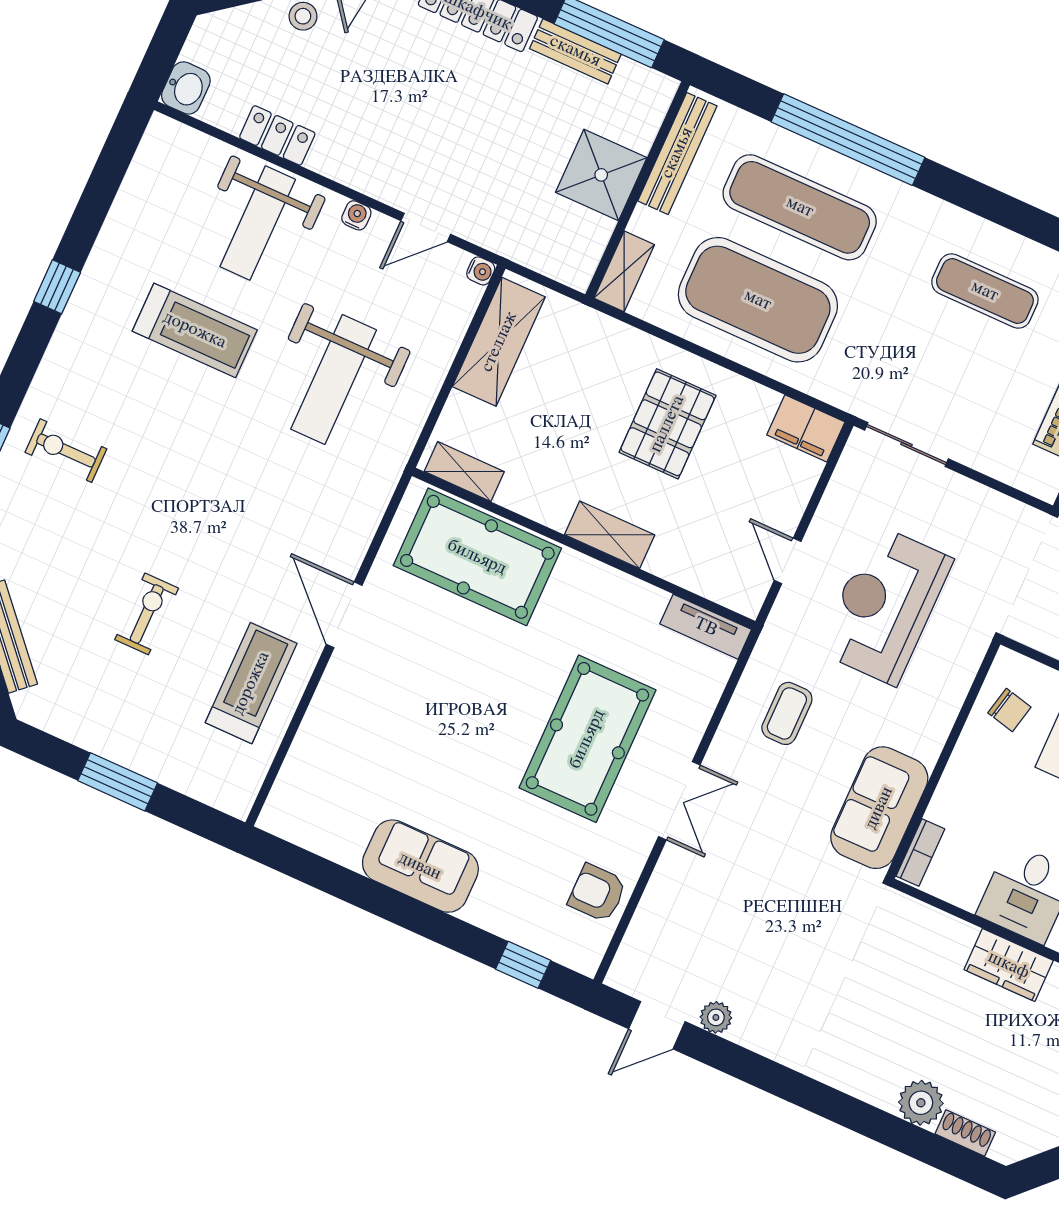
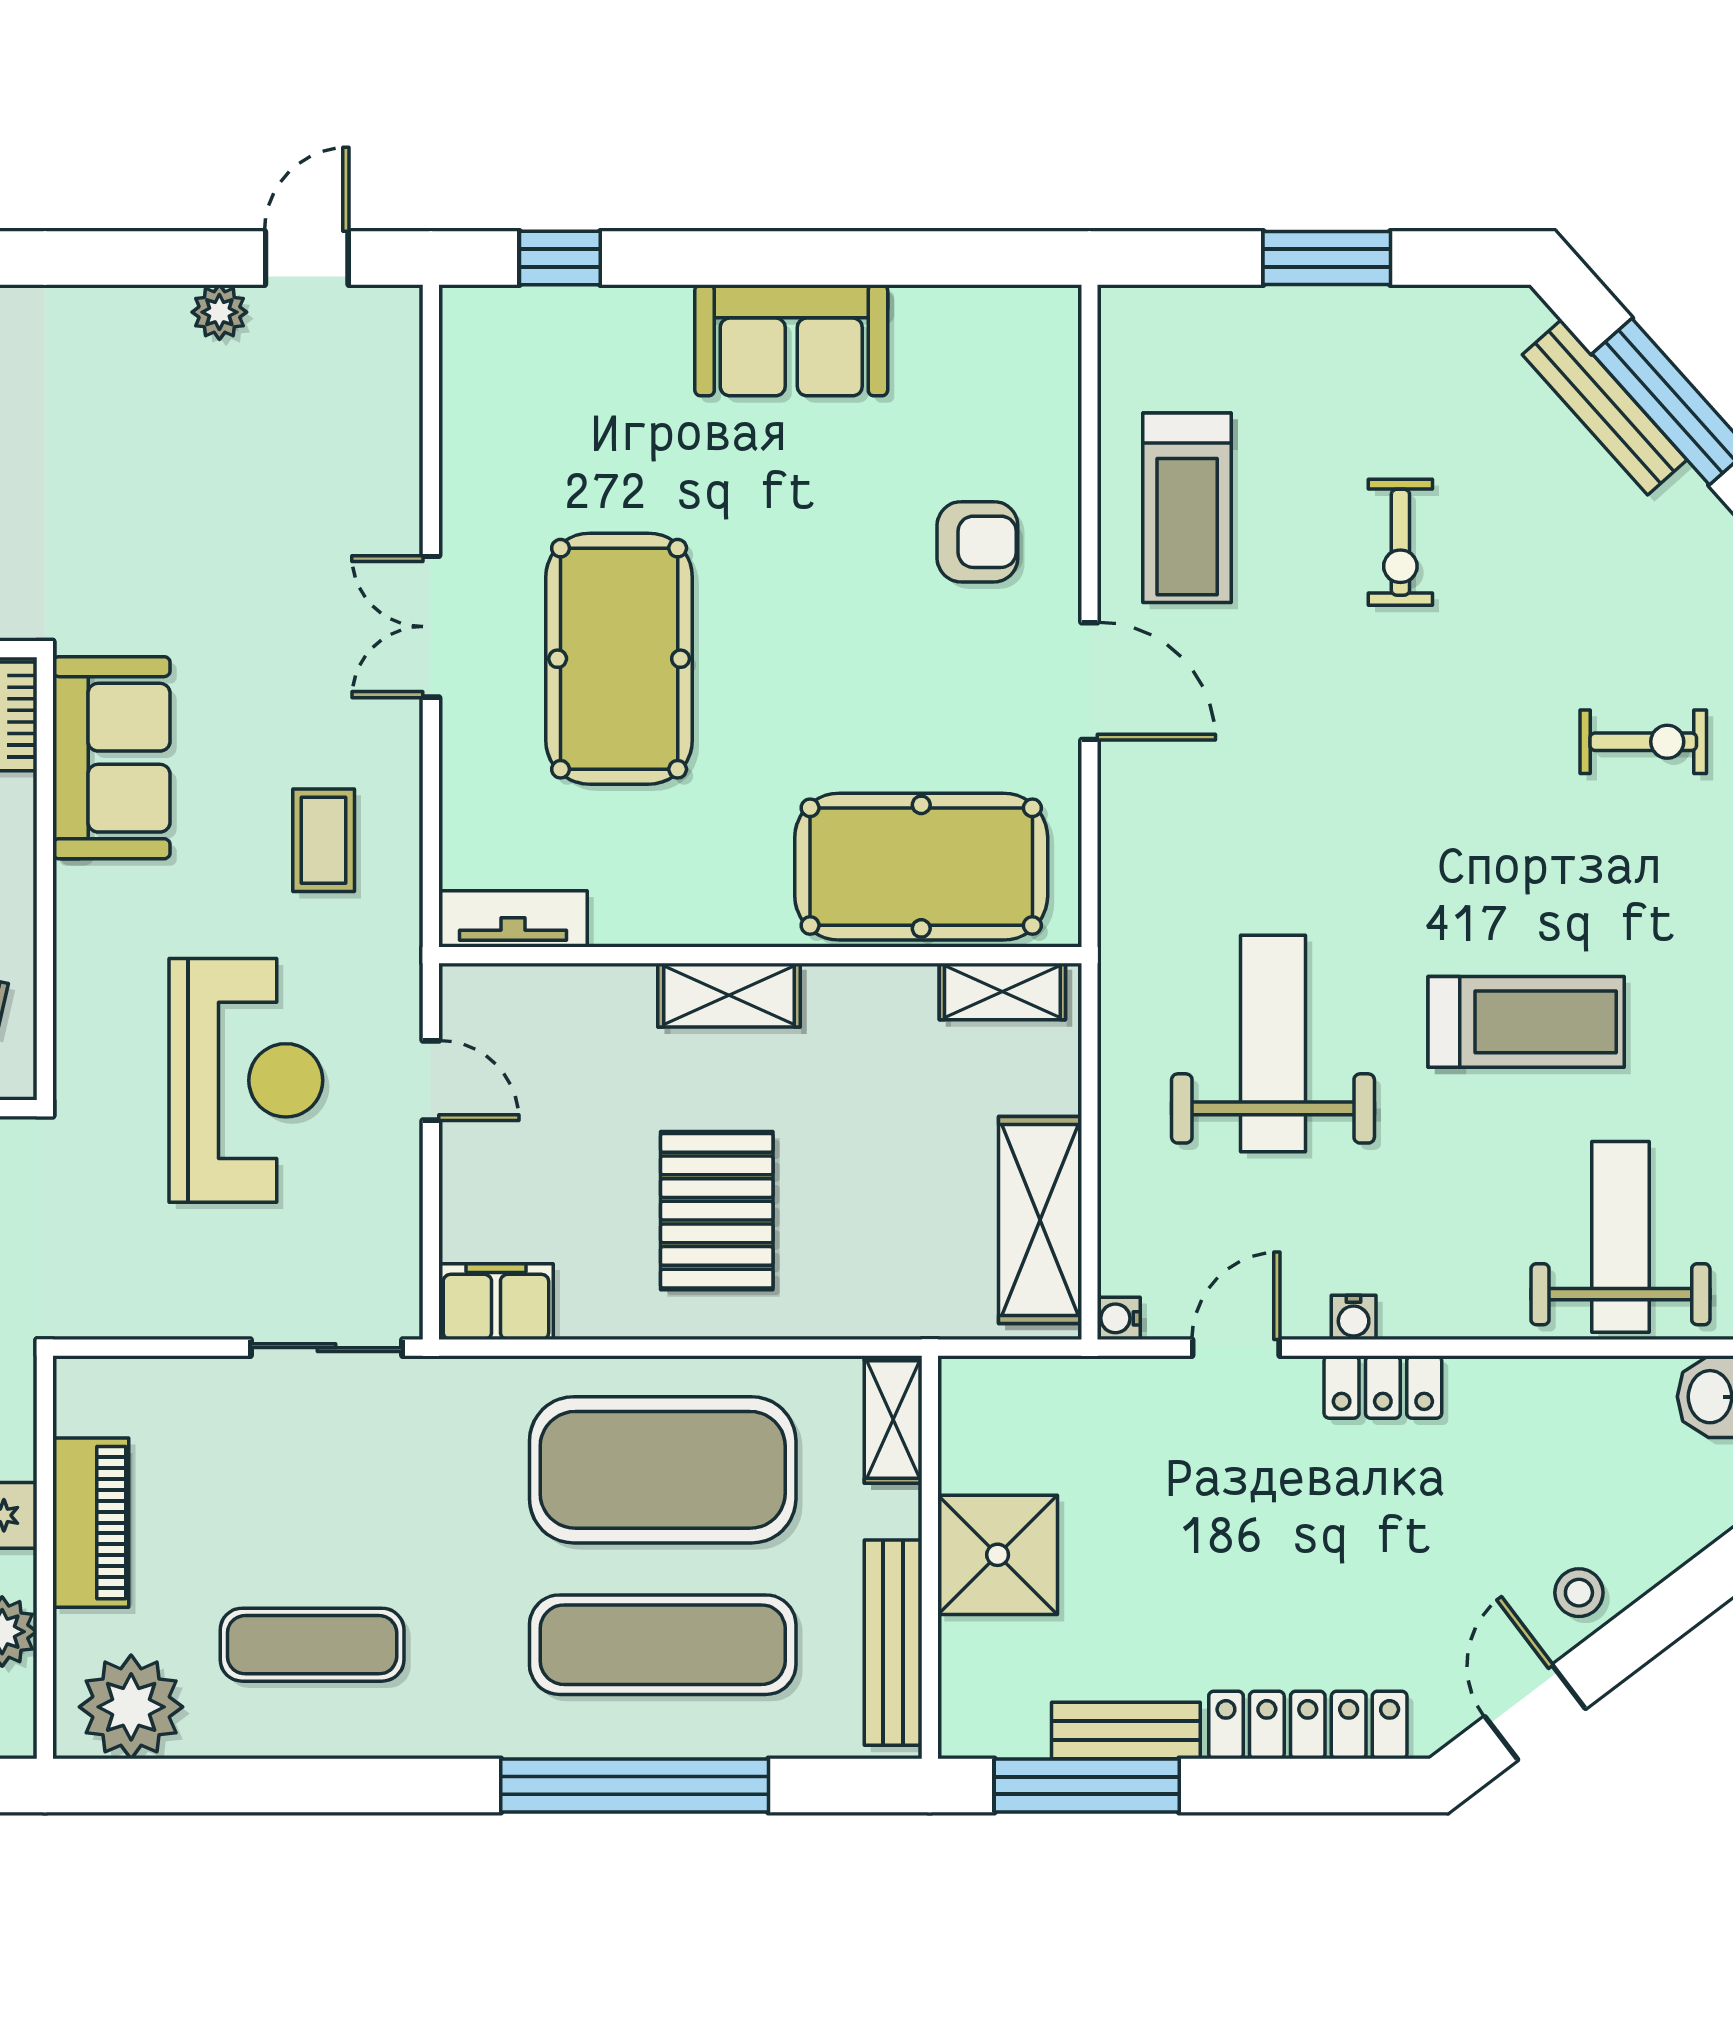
locker: (277, 135) -> (1383, 1387), moved
weight bench: (258, 223) -> (1620, 1237), moved
treadmill: (195, 330) -> (1526, 1022), turned 180
armchair: (597, 893) -> (977, 542), moved

